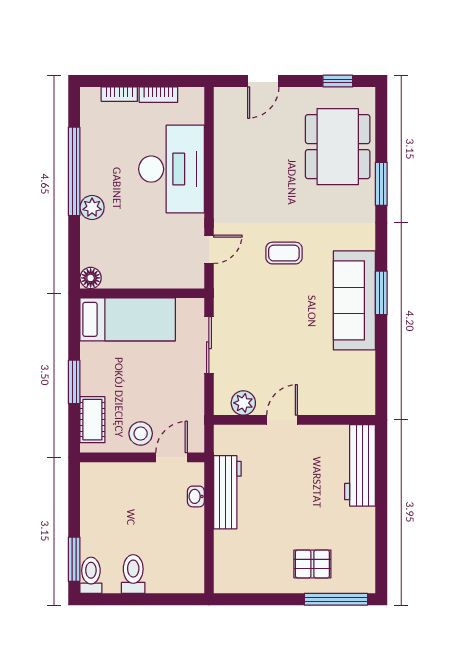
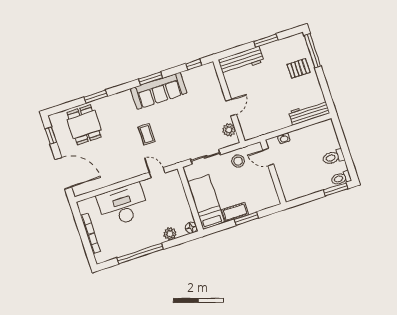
door: (263, 81) -> (63, 173), width x1.88
dining table: (338, 147) -> (84, 125), width x0.73
plant: (92, 207) -> (170, 234), moved
window: (381, 379) -> (194, 64), added
cot: (92, 420) -> (235, 212), moved
door: (282, 420) -> (231, 108), swing flipped
stool: (141, 433) -> (238, 161), moved
workbench: (227, 492) -> (309, 112), moved
window: (381, 522) -> (266, 41), added
pallet: (312, 564) -> (299, 68), turned 90

